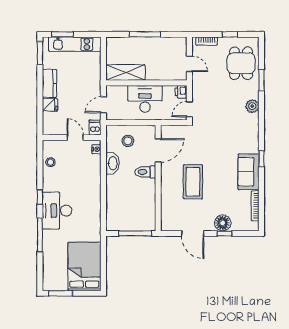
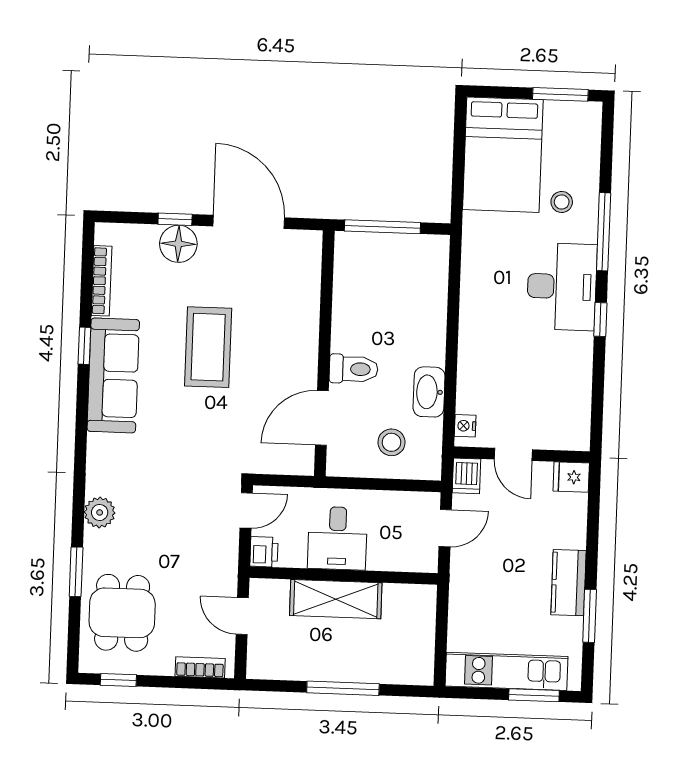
window: (230, 34) -> (118, 680), moved
window: (40, 53) -> (590, 616), moved
shelving: (125, 73) -> (336, 599), moved
desk: (145, 99) -> (337, 538), width x0.73
fridge: (50, 105) -> (571, 477), moved
window: (261, 159) -> (84, 346), moved
stool: (51, 162) -> (562, 202), moved
sofa: (249, 172) -> (113, 375), width x1.36
coffee table: (193, 182) -> (208, 347), moved
door: (193, 234) -> (249, 222), width x1.36

